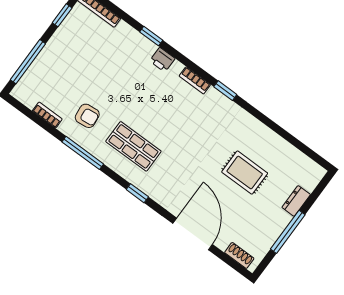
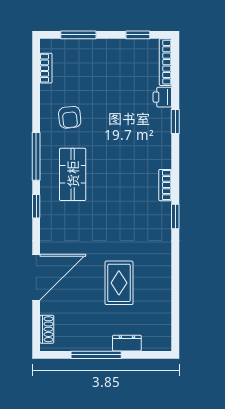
printer: (162, 60) -> (162, 97), moved
window: (28, 62) -> (78, 35), width x0.69
bookcase: (47, 115) -> (46, 68), moved
window: (83, 153) -> (36, 156), moved

